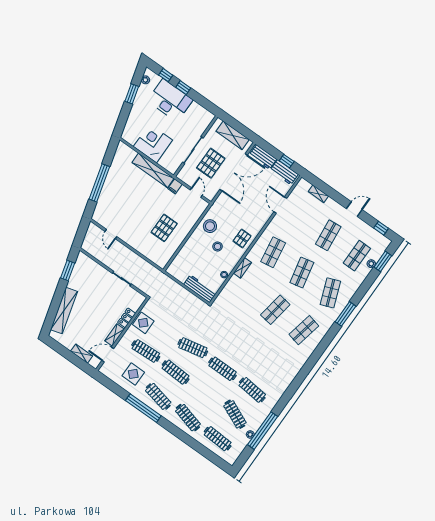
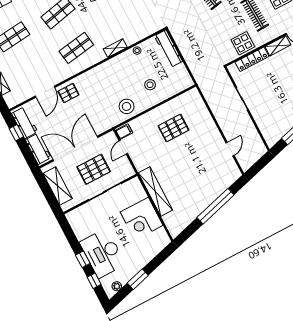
filing cabinet: (175, 186) -> (124, 132), moved
pallet: (242, 238) -> (68, 93), moved
stool: (218, 246) -> (150, 85), moved
locker: (127, 318) -> (252, 59), width x1.53

